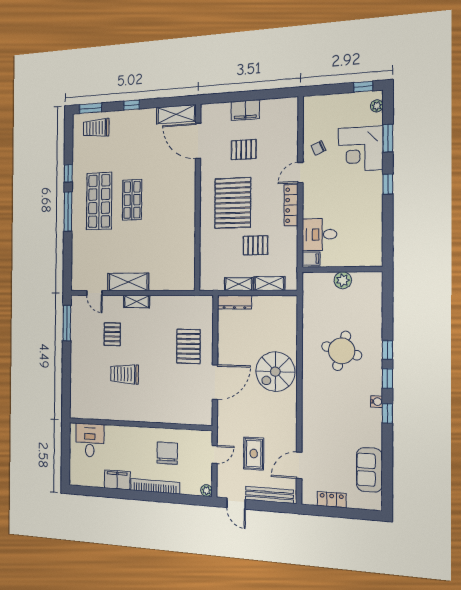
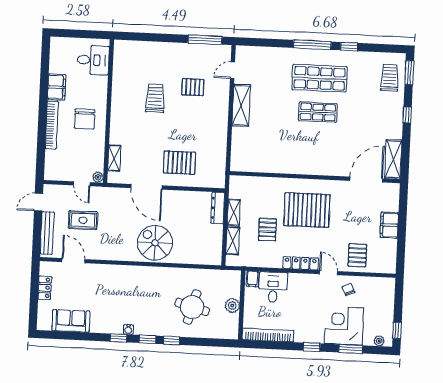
pallet: (244, 150) -> (357, 255), moved
bookcase: (376, 236) -> (268, 335), added
shelving: (137, 301) -> (114, 158), moved
round table: (342, 351) -> (192, 307), moved
chair: (167, 453) -> (85, 119), moved, turned 90
plant: (206, 491) -> (98, 177), moved

